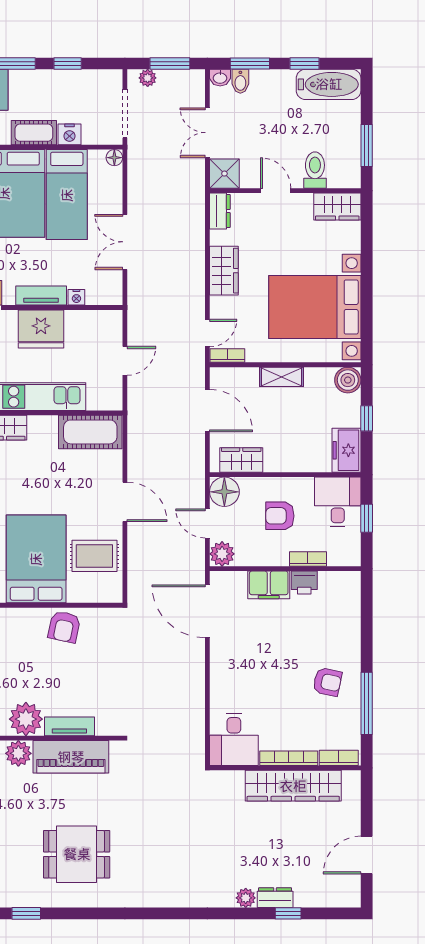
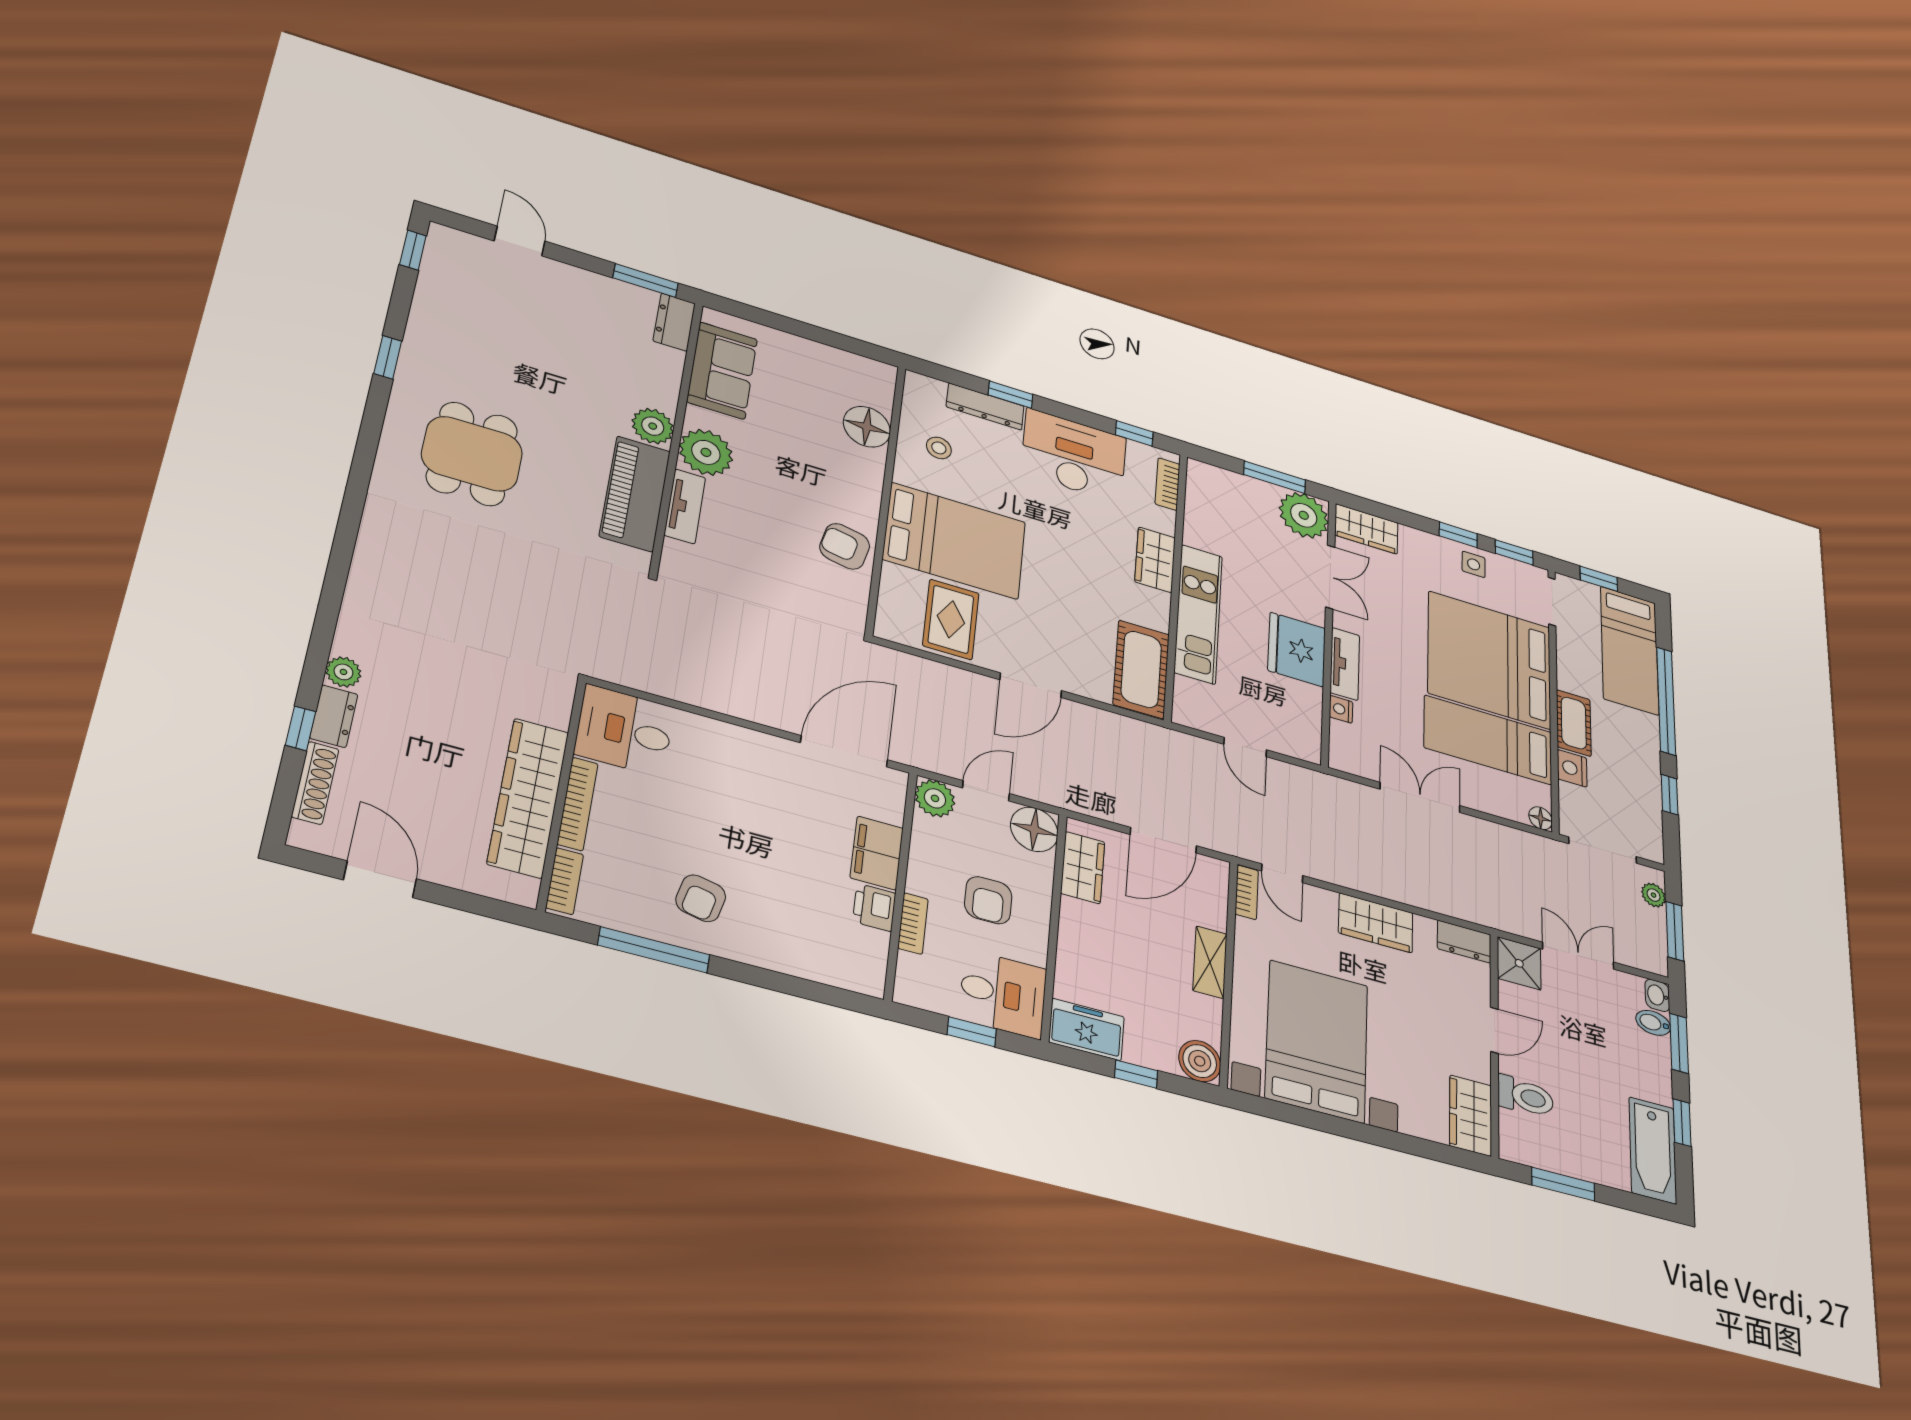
armchair: (280, 516) -> (988, 900), turned 180
shoe rack: (319, 899) -> (315, 783), added

